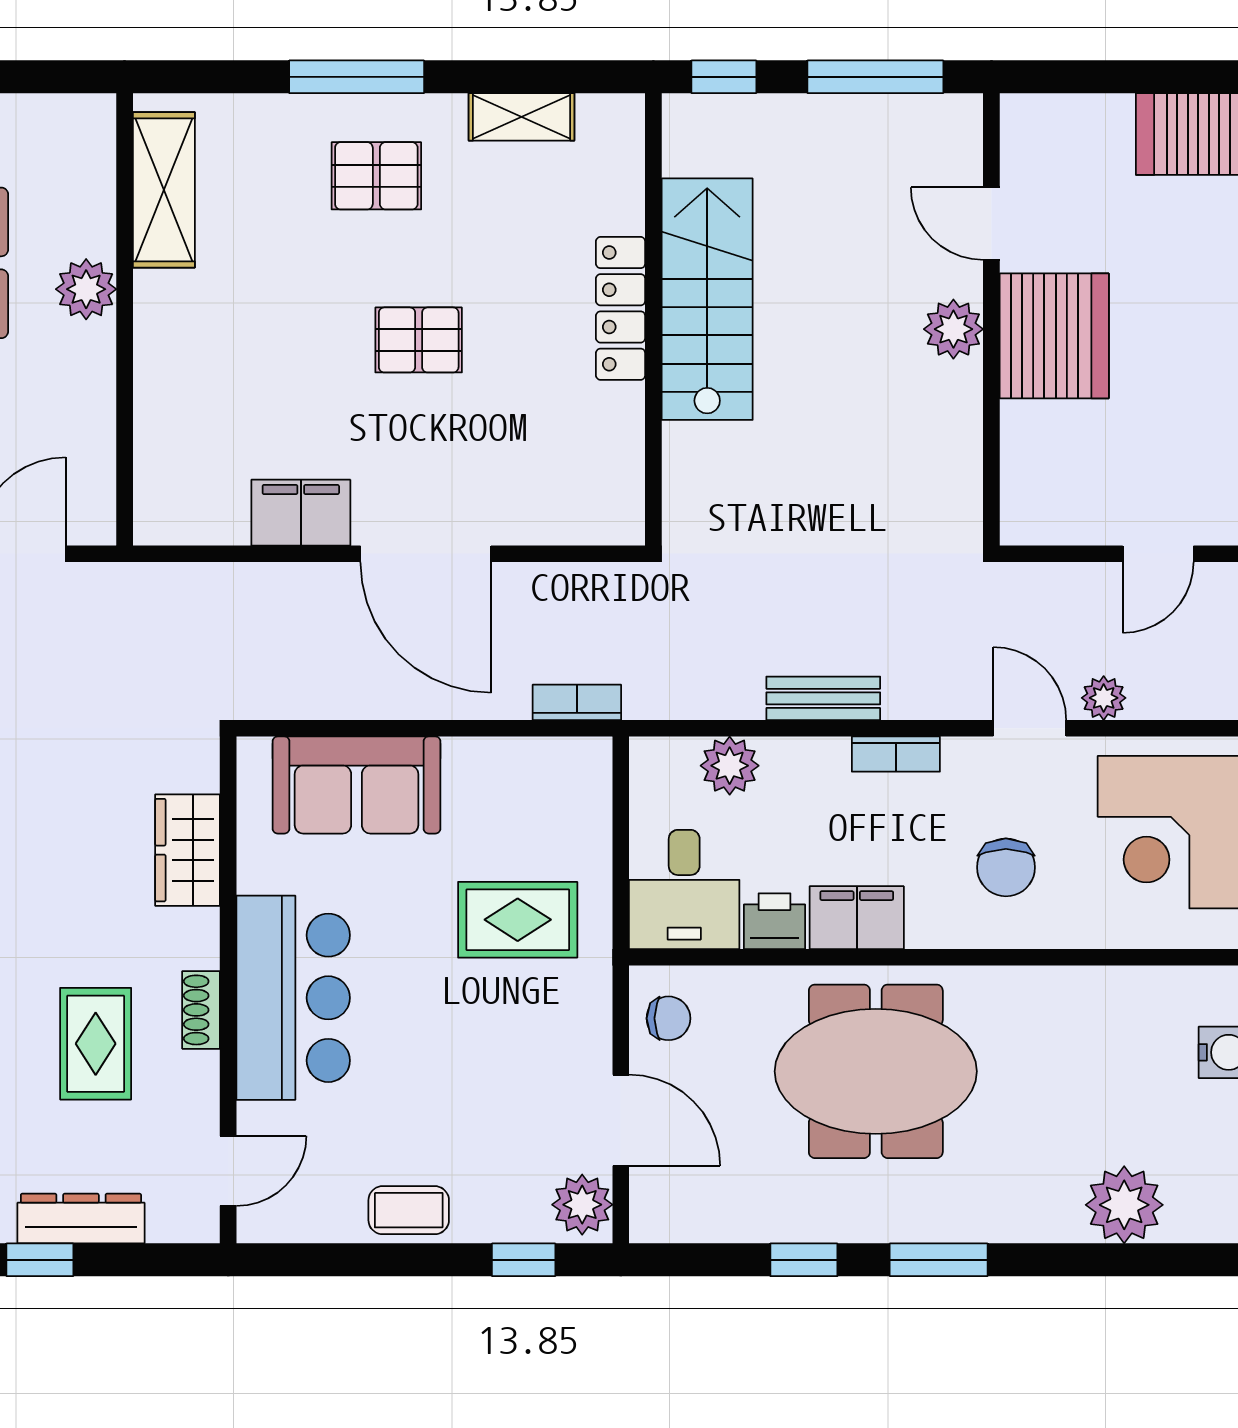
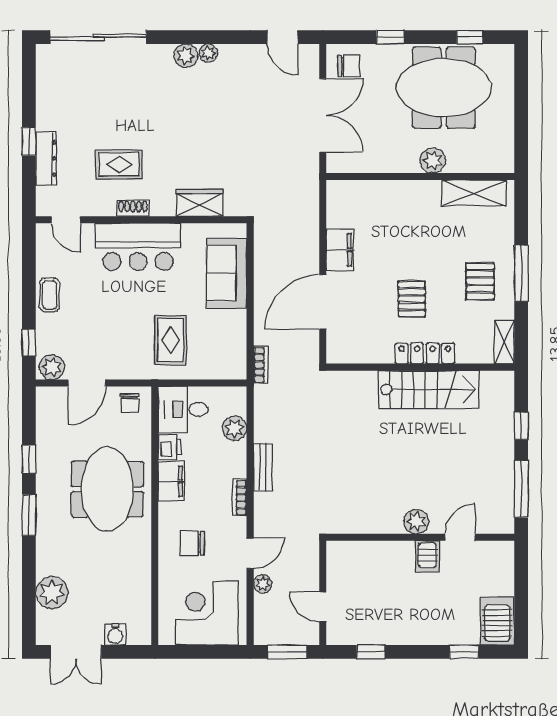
stairs: (707, 299) -> (429, 389), moved
locker: (621, 308) -> (425, 353), moved
wall: (653, 319) -> (420, 367), moved
server rack: (1054, 336) -> (427, 556), width x0.46, depth x0.70

